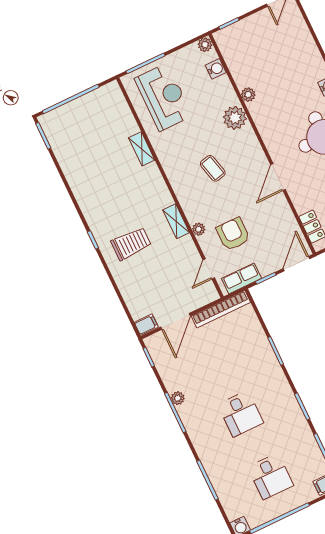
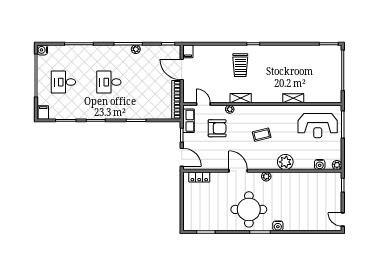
plant: (248, 95) -> (266, 176), moved

